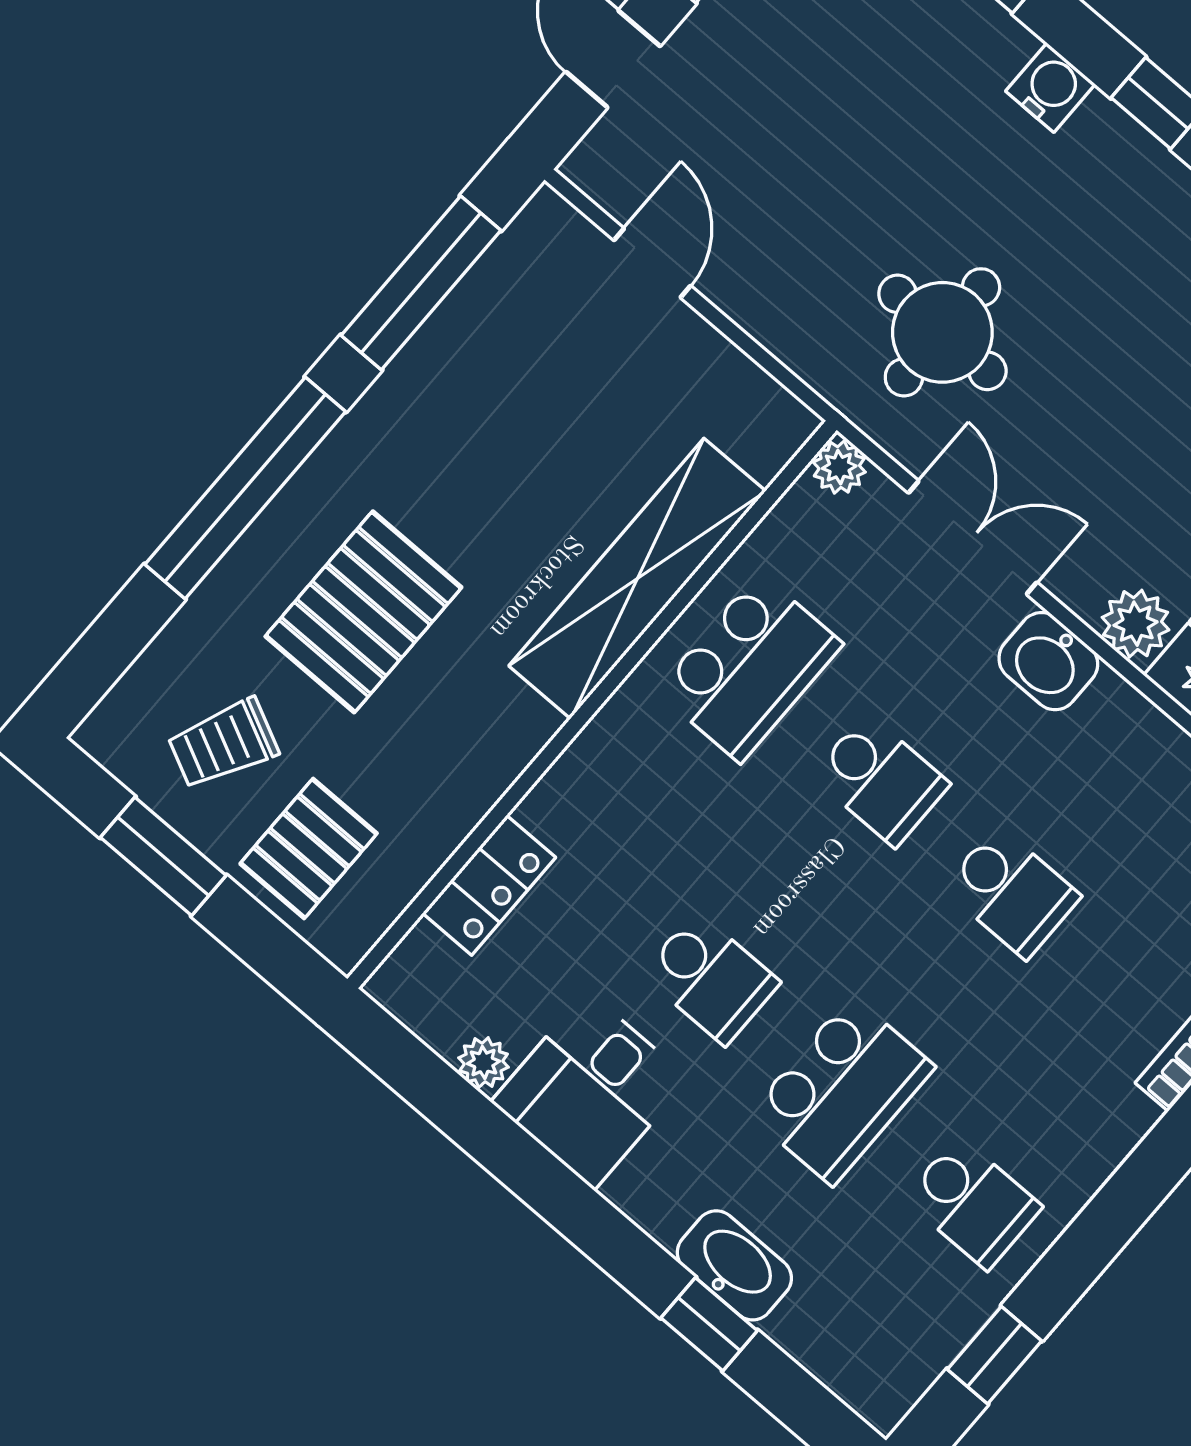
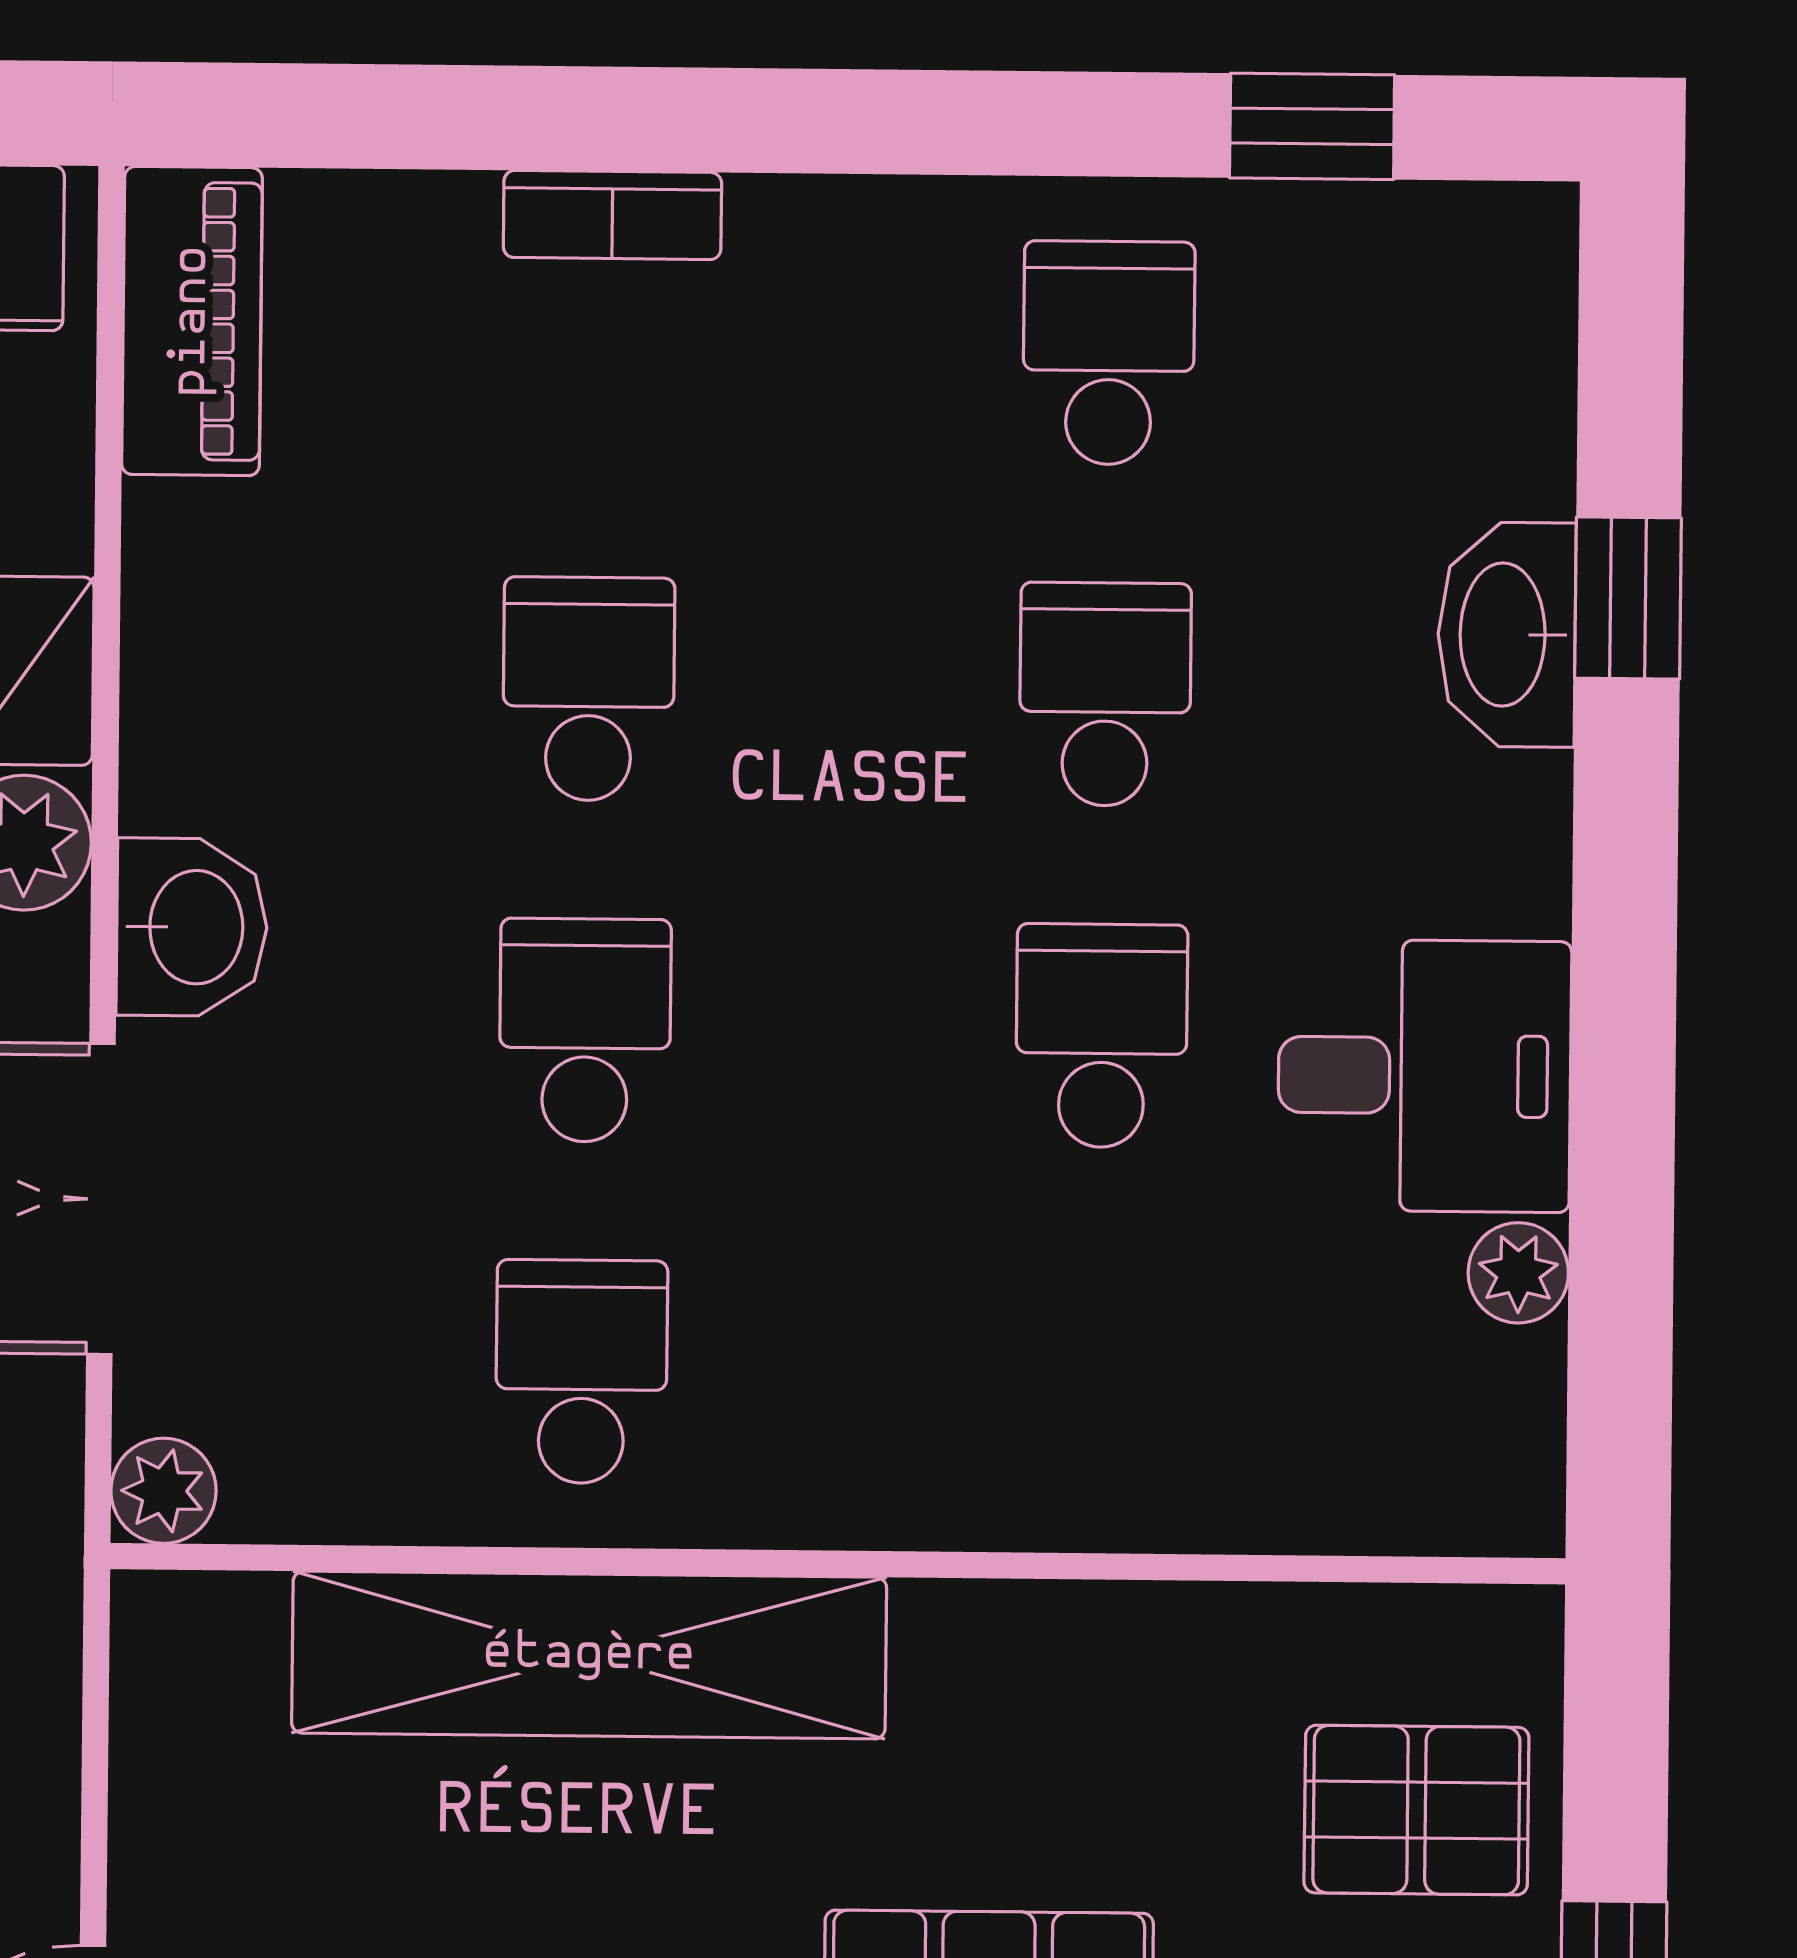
school desk: (750, 668) -> (581, 1372), width x0.54
locker: (489, 885) -> (1243, 1490), removed
school desk: (842, 1090) -> (1105, 694), width x0.54

